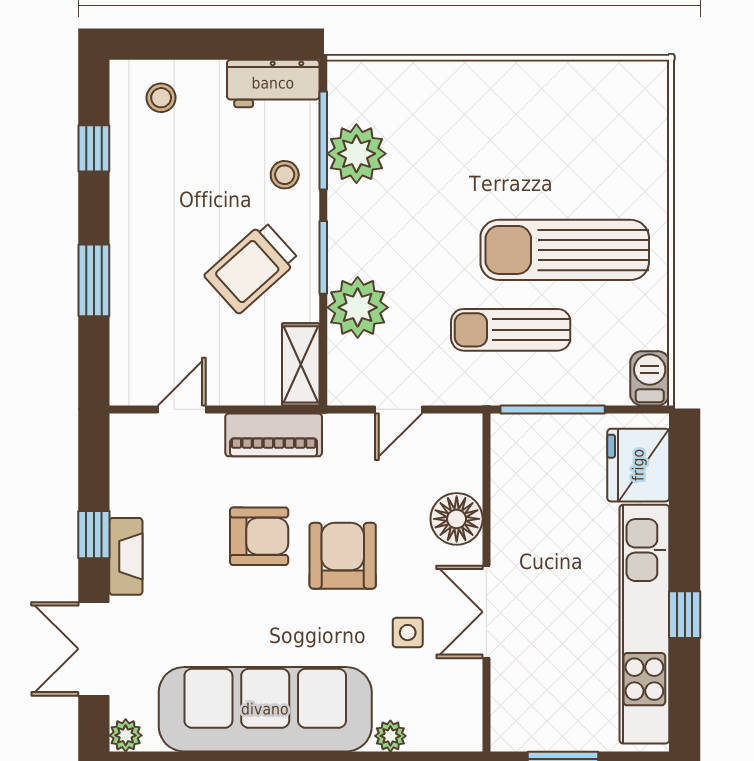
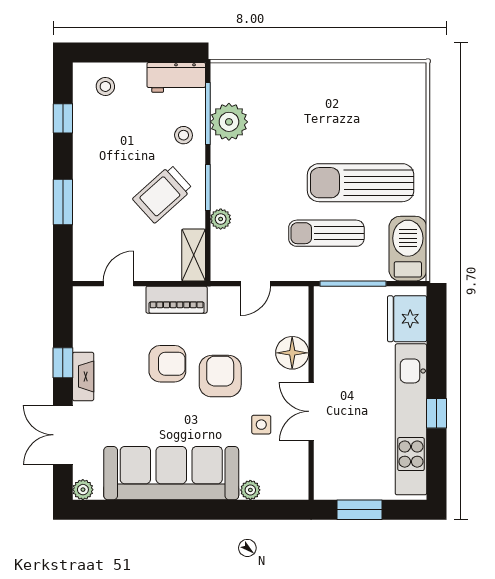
plant: (358, 307) -> (221, 219), width x0.53, depth x0.53
barbecue: (650, 378) -> (408, 249), width x1.88, depth x1.53

